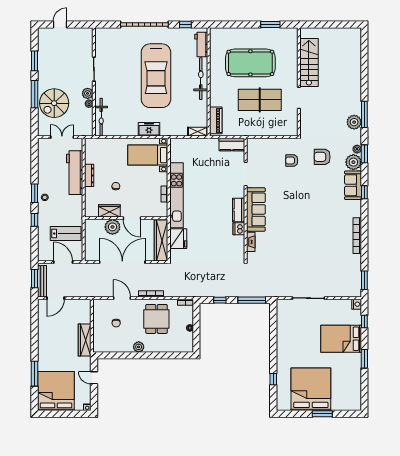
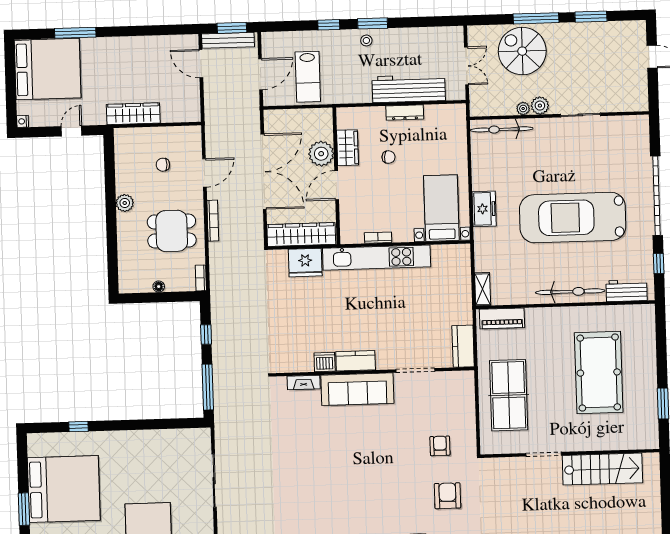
table tennis table: (260, 100) -> (509, 395), moved

